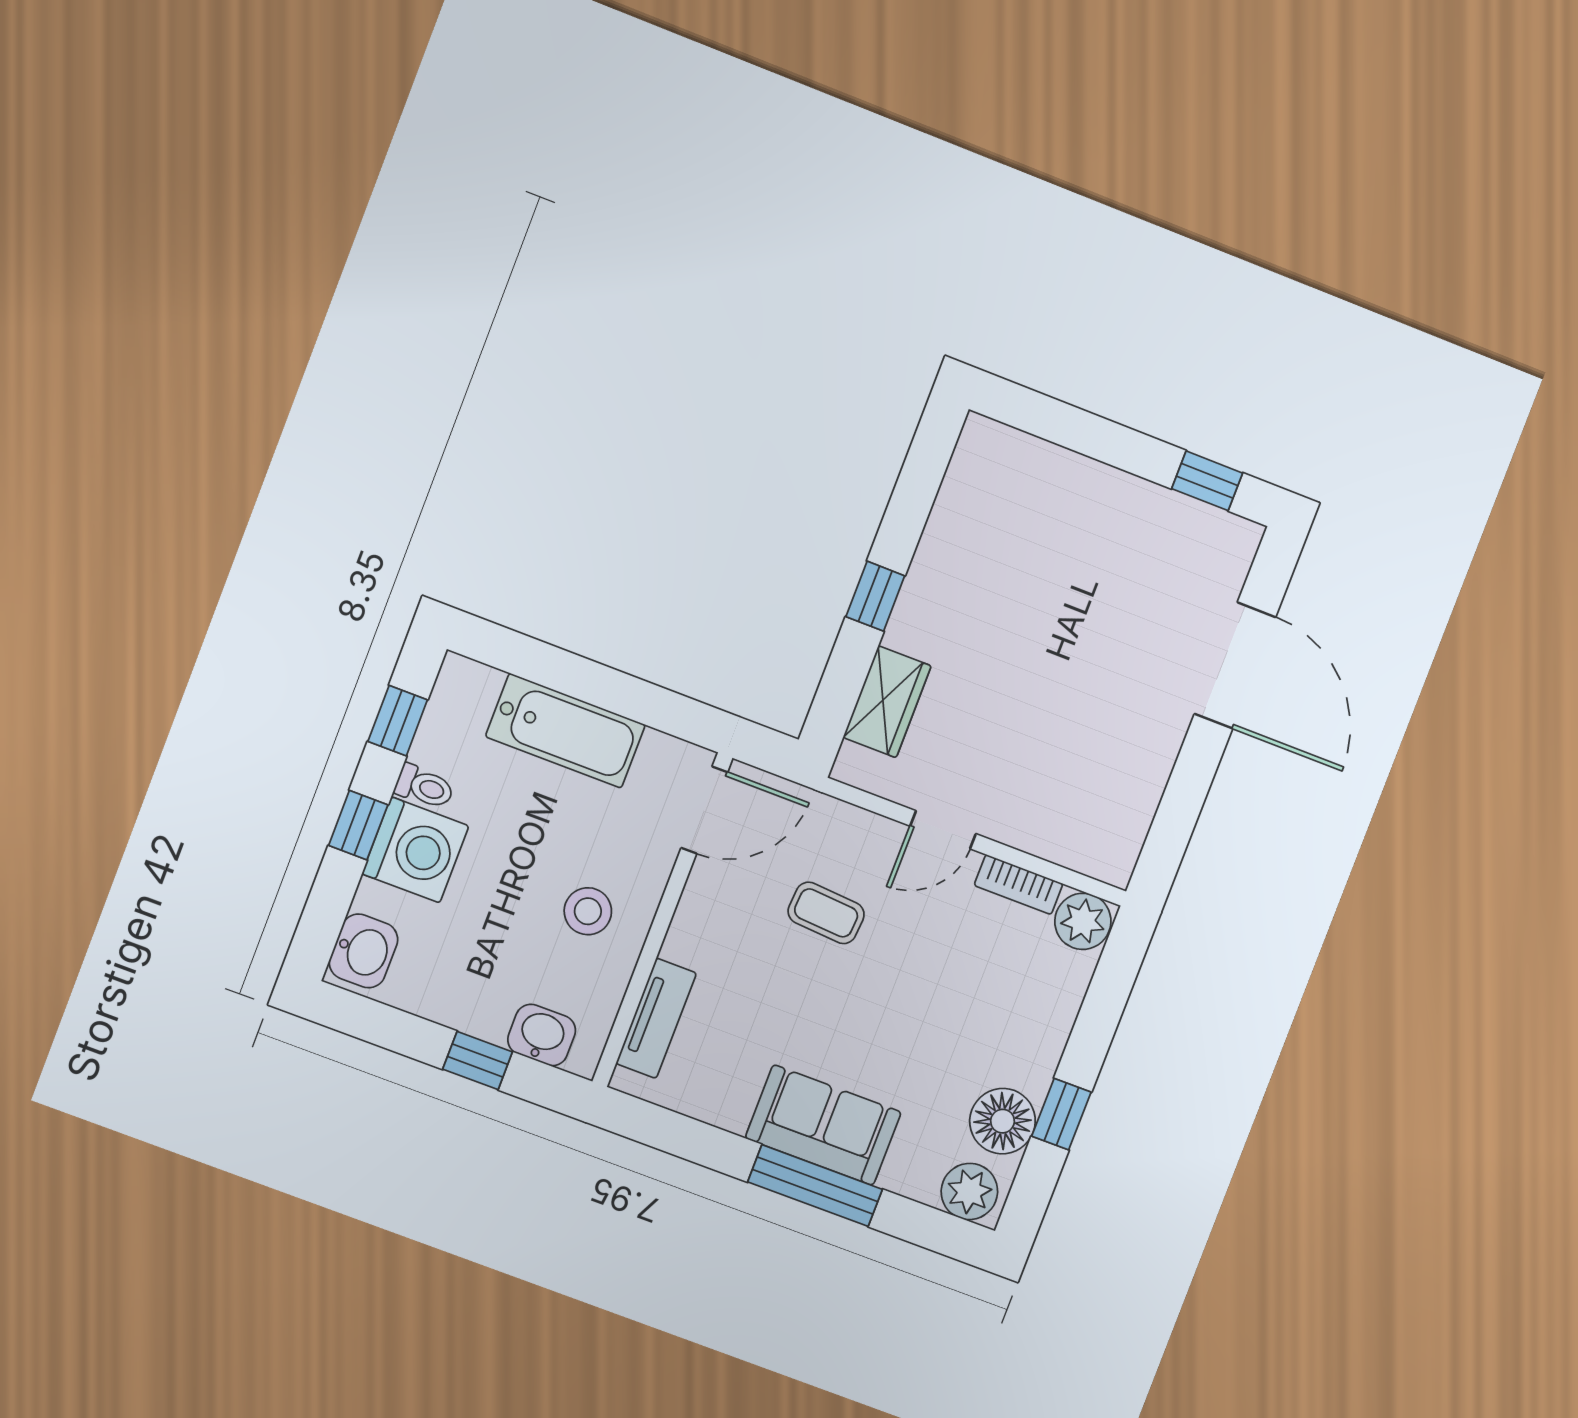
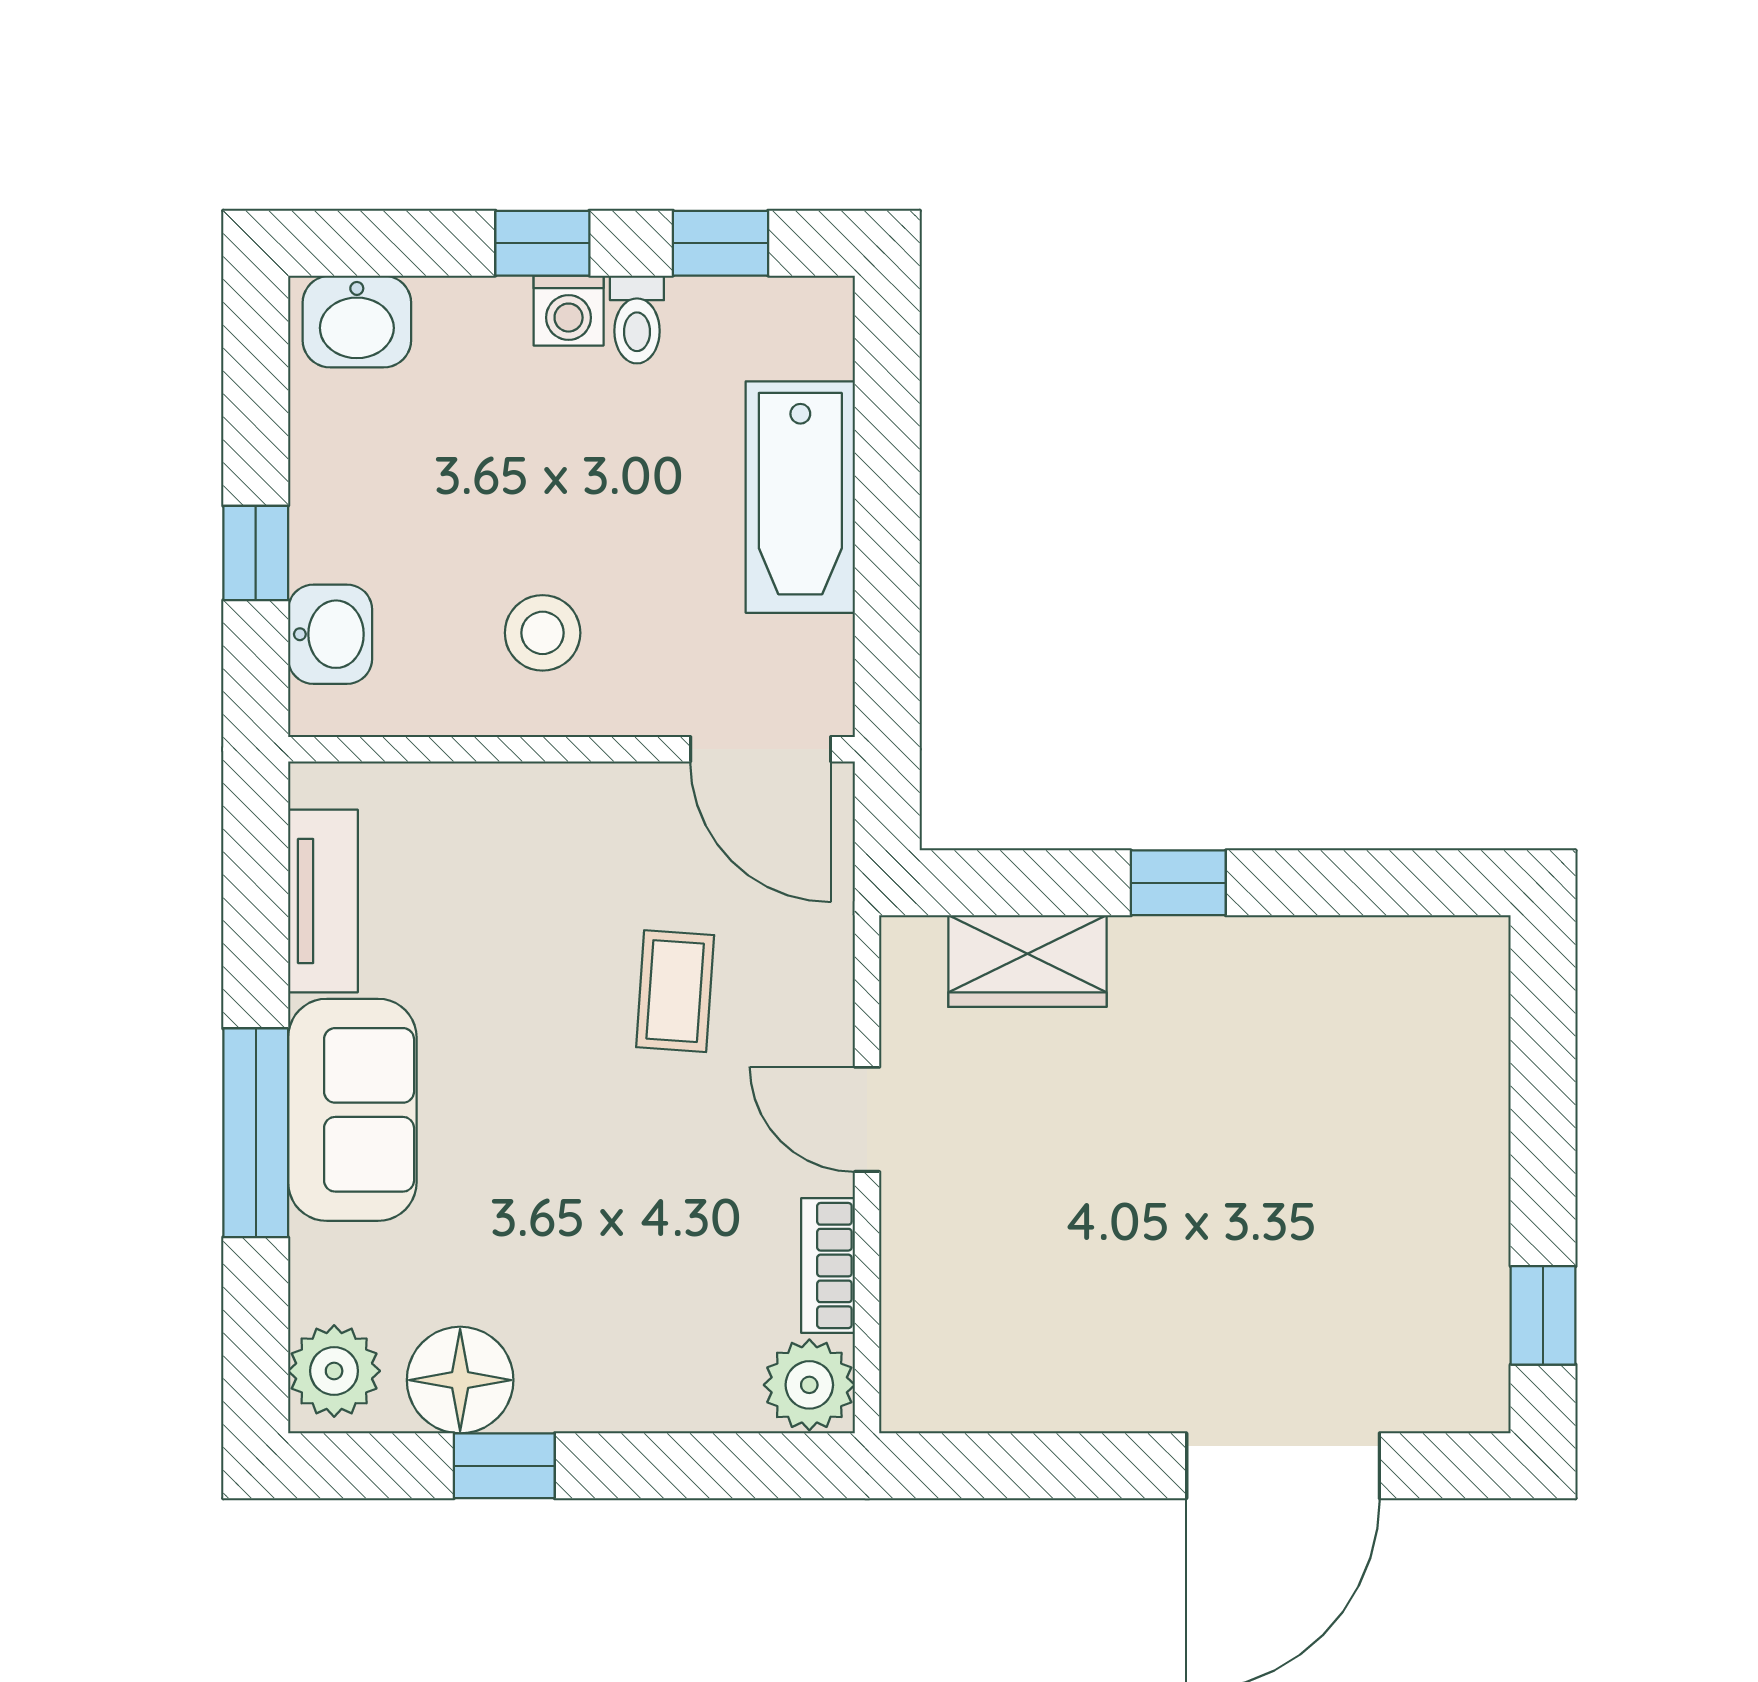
washing machine: (415, 850) -> (569, 311), width x0.53, depth x0.53
tv unit: (656, 1018) -> (323, 901), moved, turned -90

